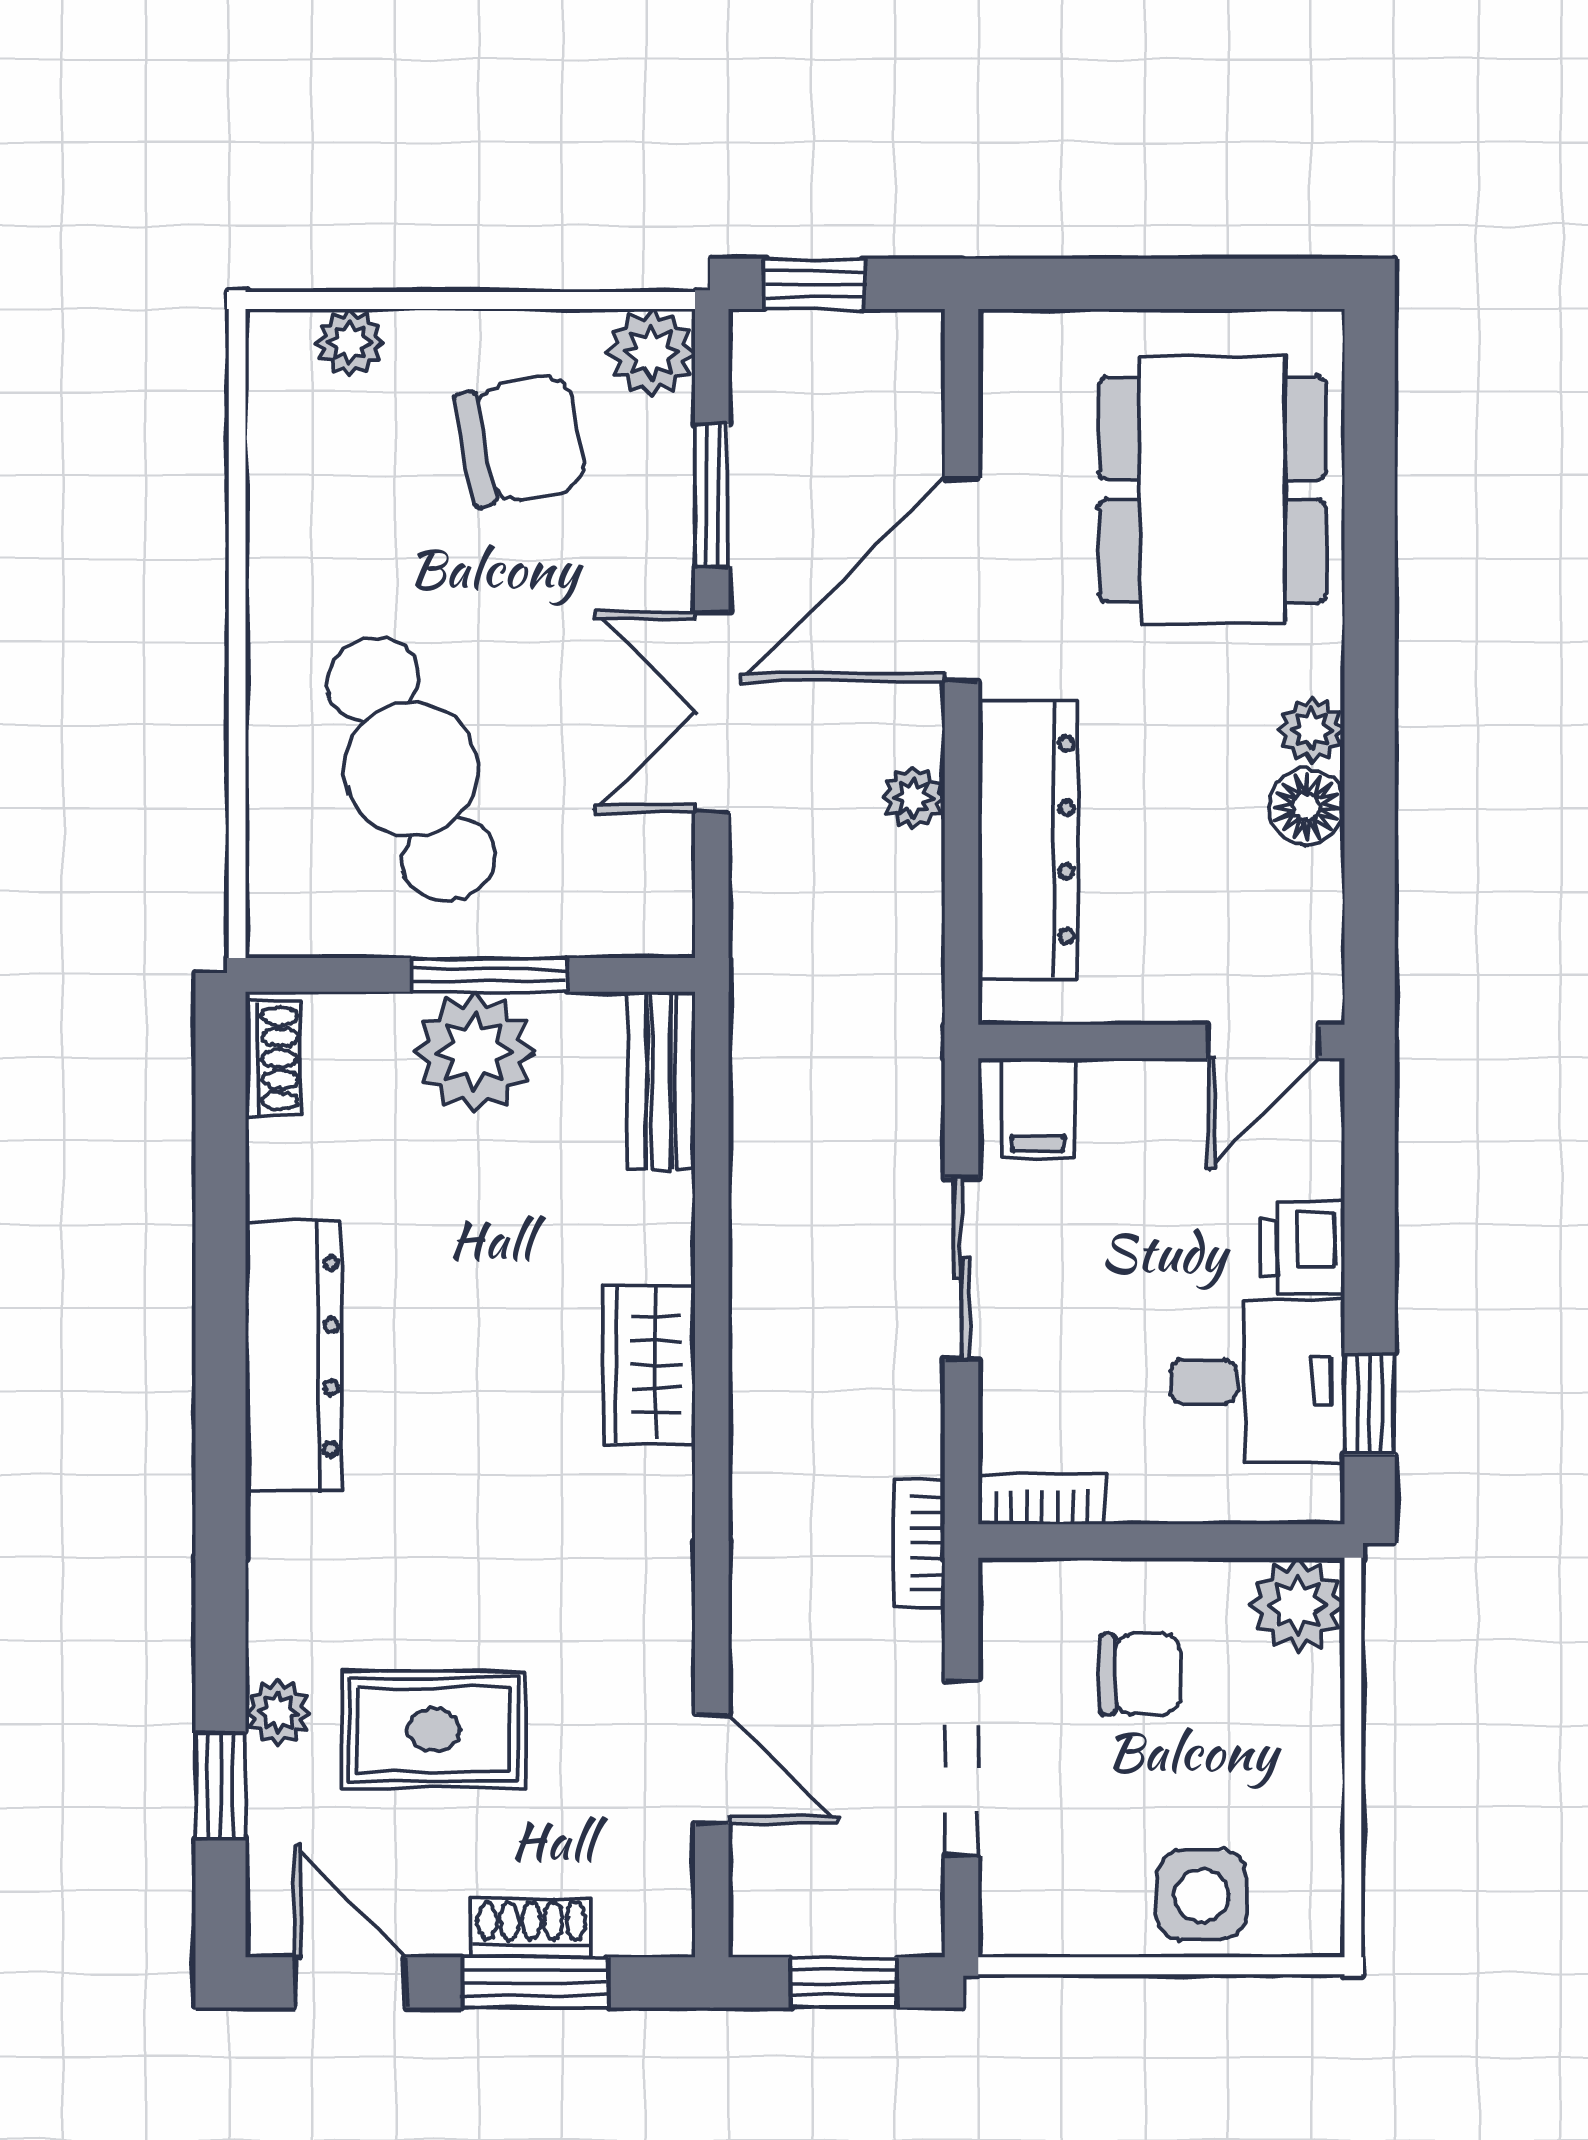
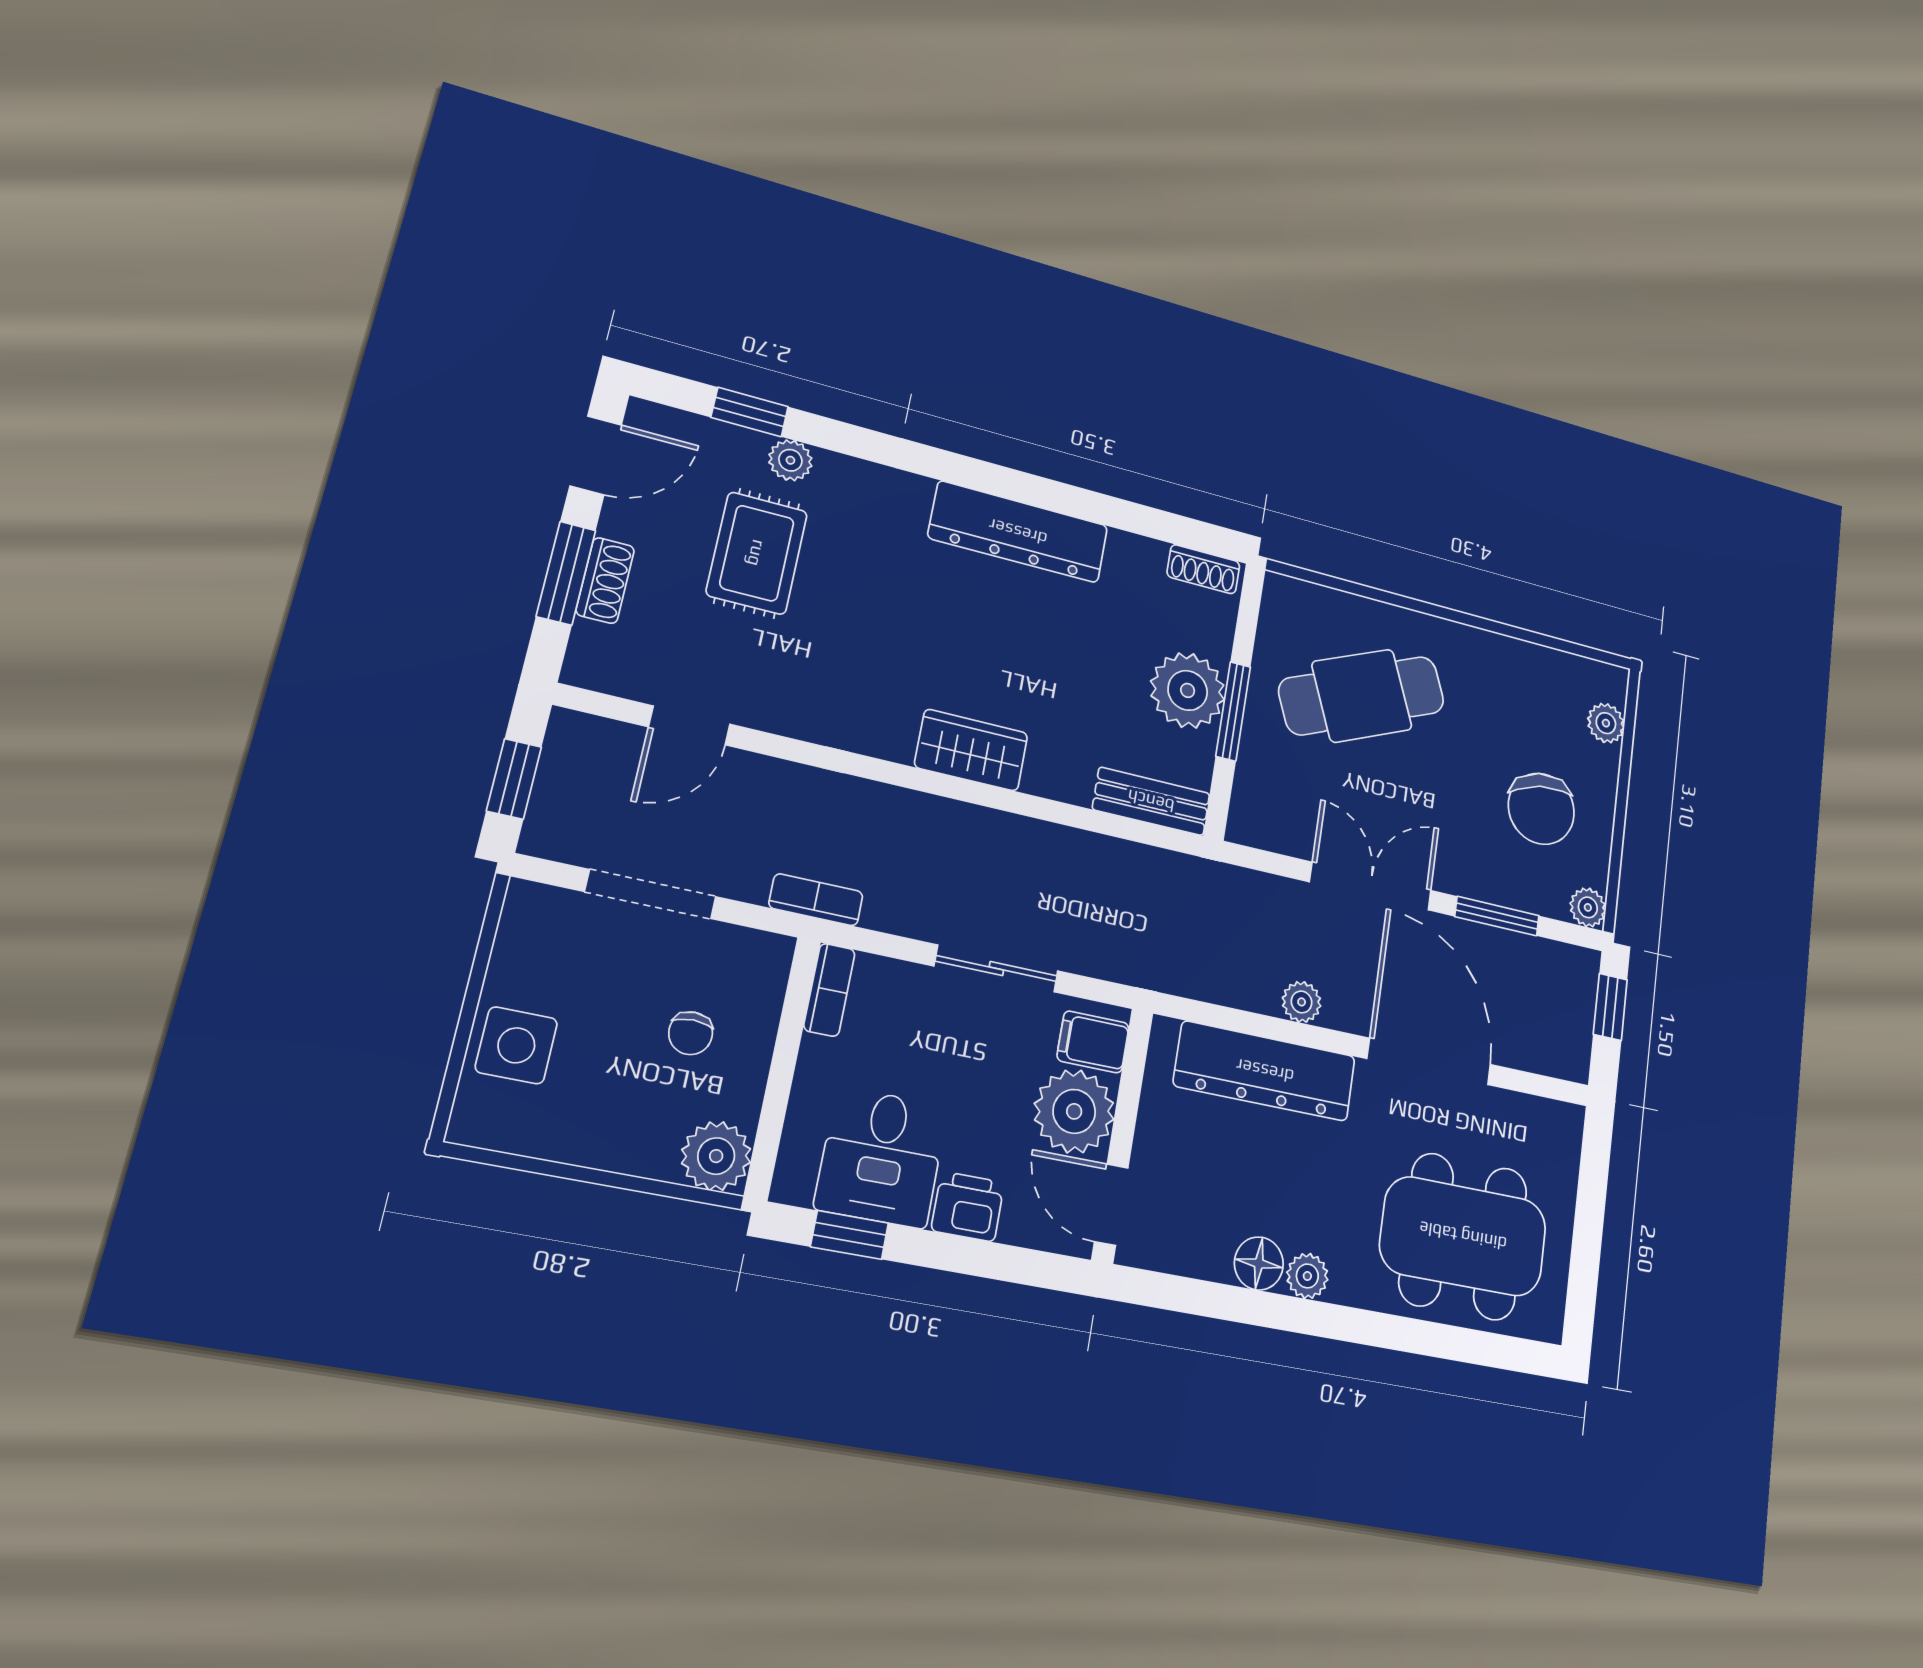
plant: (651, 353) -> (1588, 907), width x0.73, depth x0.73
plant: (1142, 1119) -> (1074, 1111), added
chair: (1140, 1674) -> (691, 1033), width x0.73, depth x0.73

